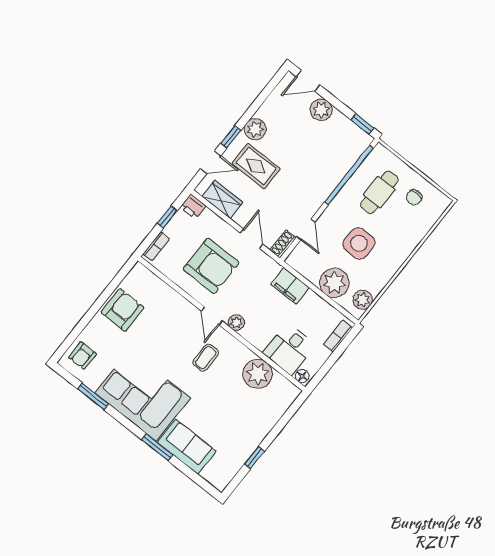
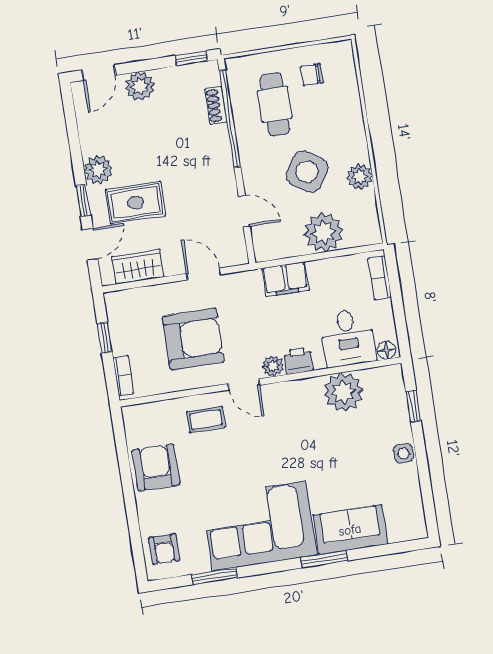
chair: (414, 197) -> (312, 75), turned 90
printer: (193, 207) -> (298, 361), moved, turned 180
side table: (359, 243) -> (307, 172), turned 34
shoe rack: (283, 244) -> (216, 105), moved
plant: (363, 300) -> (360, 177), moved
coffee table: (206, 358) -> (206, 420), moved, turned 90
side table: (255, 437) -> (403, 453), added
window: (254, 458) -> (413, 406), moved

